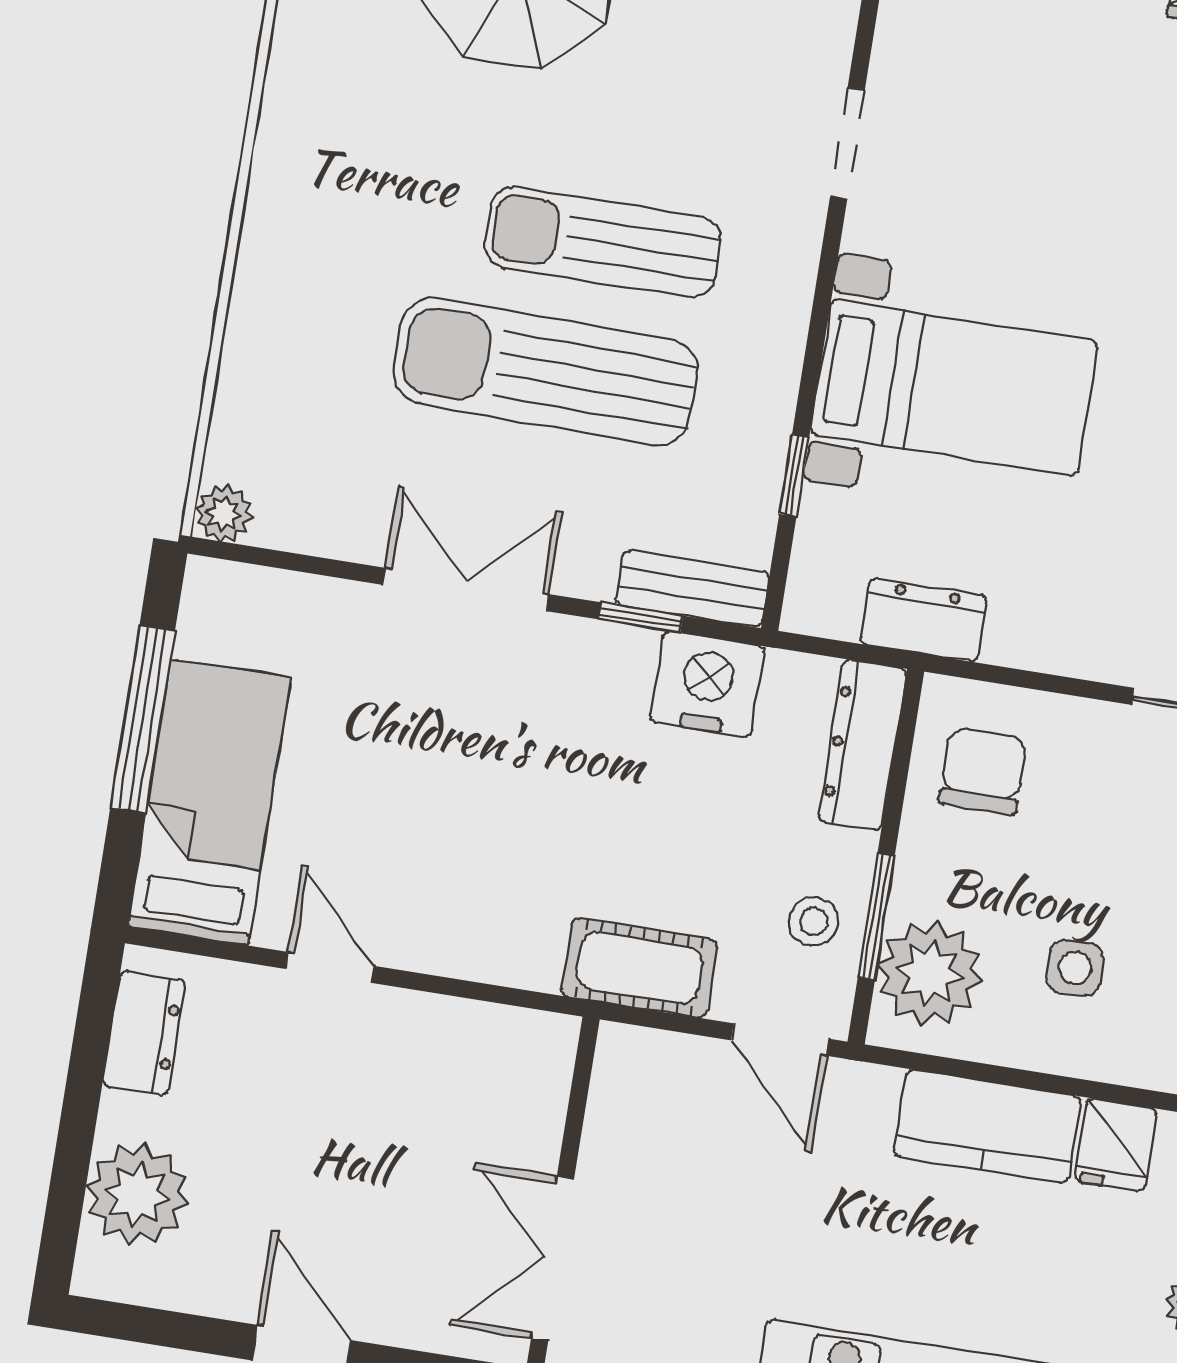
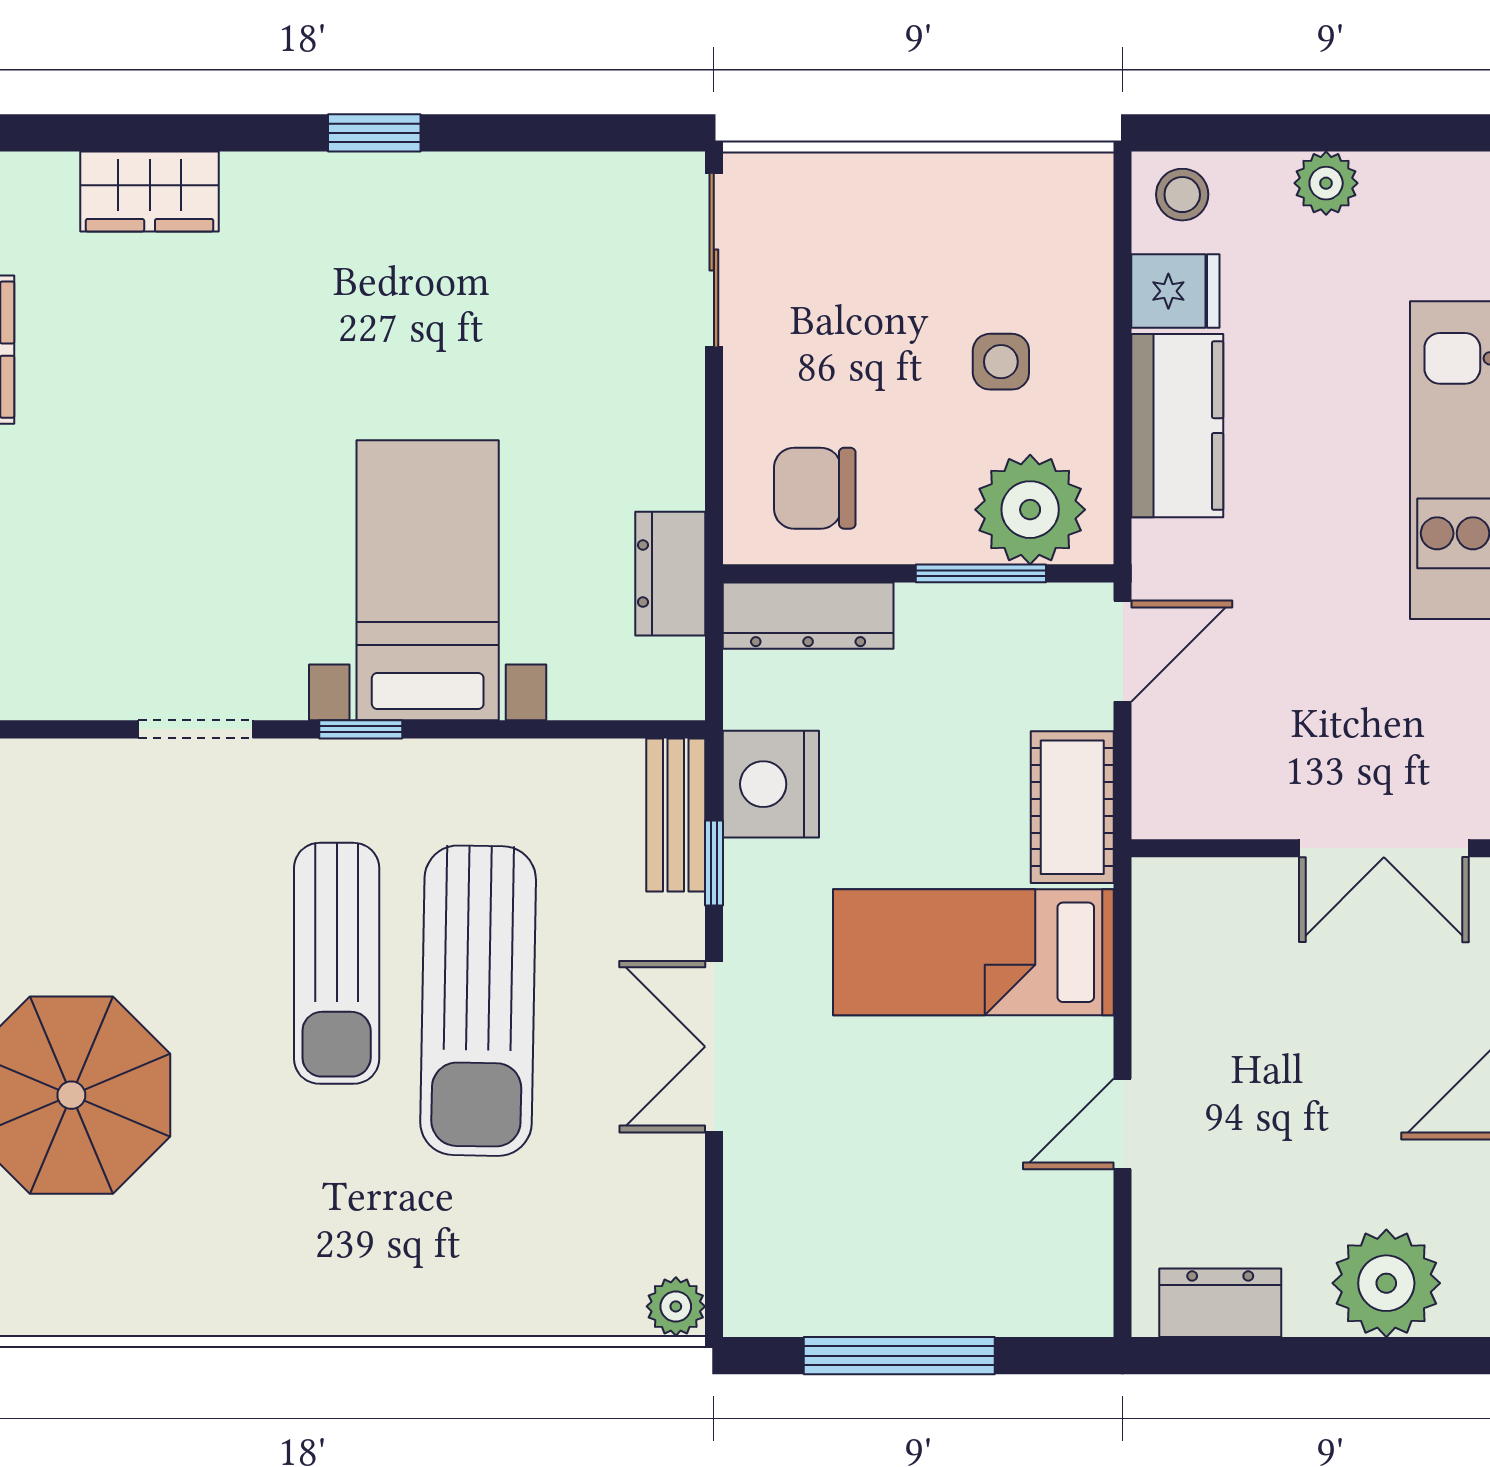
window: (794, 476) -> (361, 729), moved
bed: (209, 802) -> (973, 952), moved
stool: (814, 921) -> (996, 637), removed

